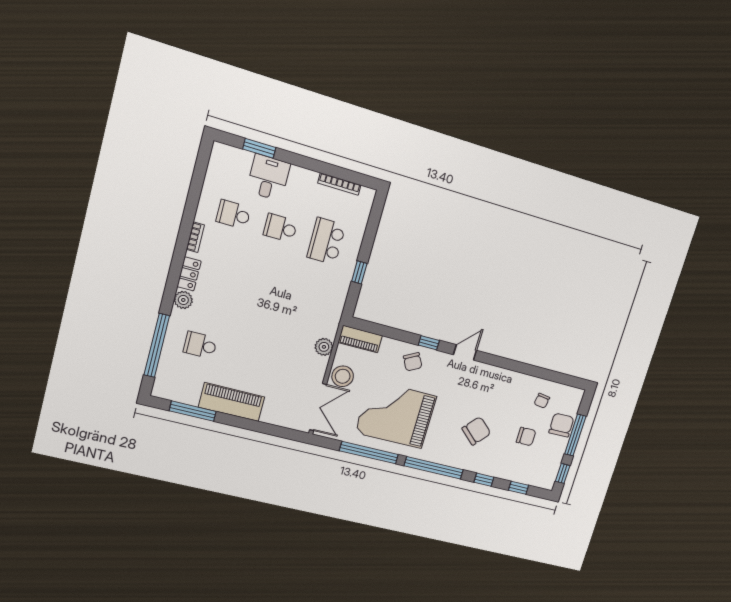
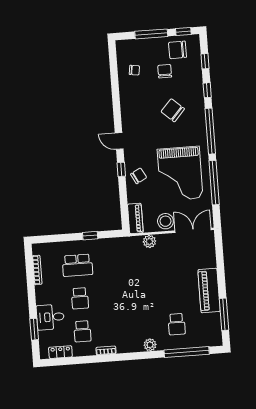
locker: (189, 274) -> (60, 352), moved
chair: (561, 425) -> (178, 50), moved

